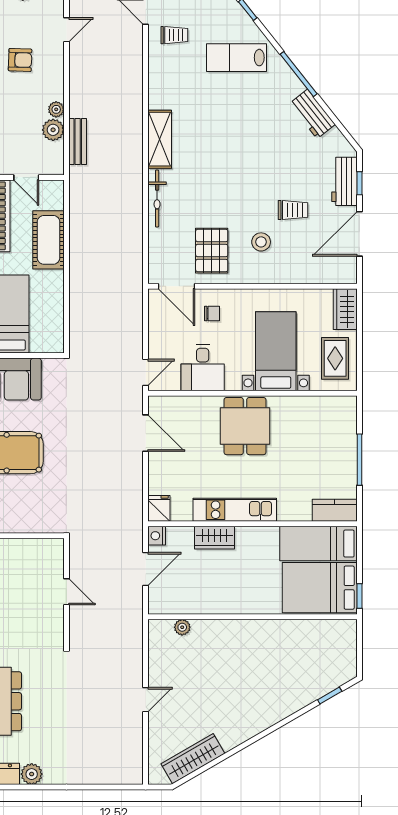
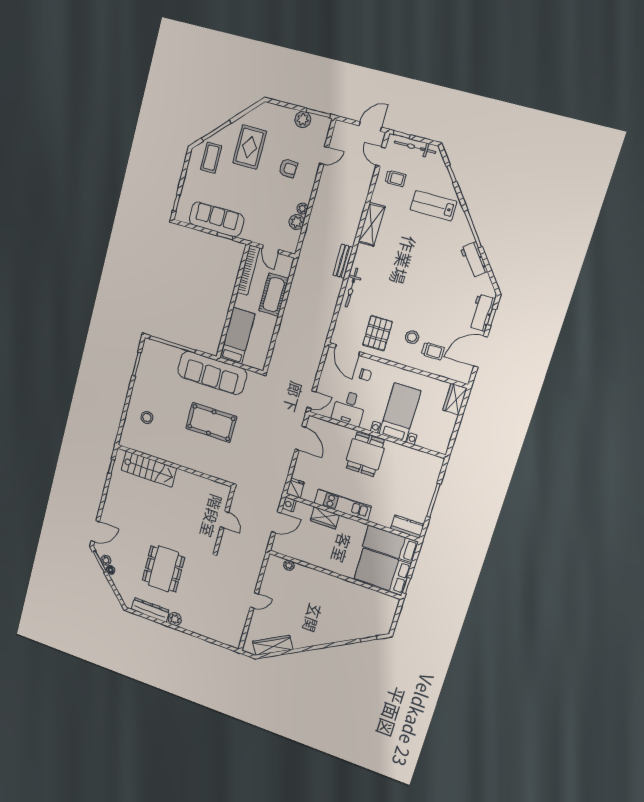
shelving: (160, 139) -> (372, 224), moved
bench: (78, 141) -> (343, 261), moved
trolley: (293, 210) -> (433, 351), moved
rug: (335, 358) -> (438, 430), removed

